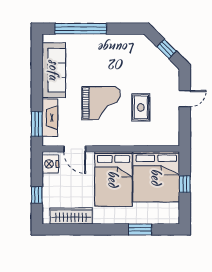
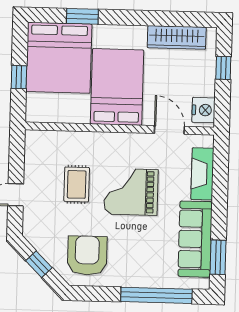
armchair: (132, 56) -> (87, 255), added
window: (37, 124) -> (218, 257), moved
bed: (156, 177) -> (59, 58), moved, turned 180

